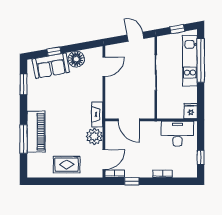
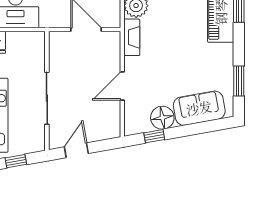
door: (135, 37) -> (76, 150), swing flipped
window: (54, 51) -> (154, 136), moved
door: (104, 67) -> (122, 86), moved

